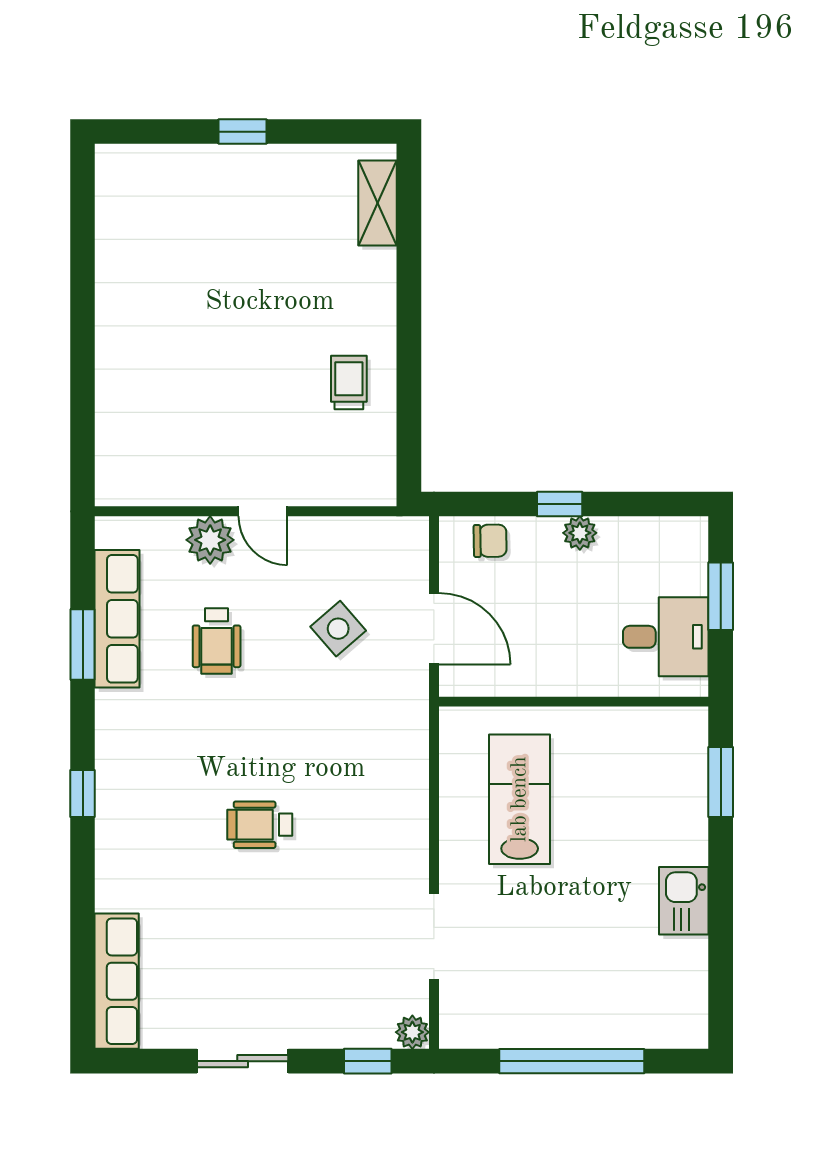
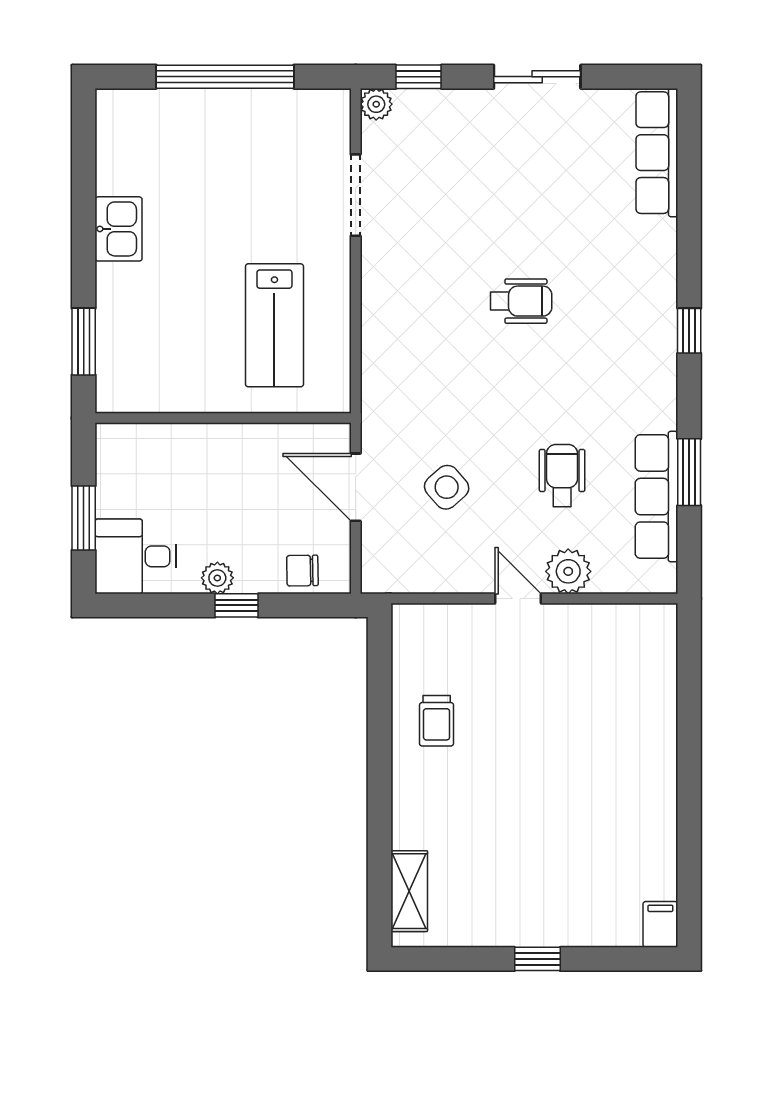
filing cabinet: (113, 168) -> (660, 924), added
desk: (666, 637) -> (136, 556), moved

